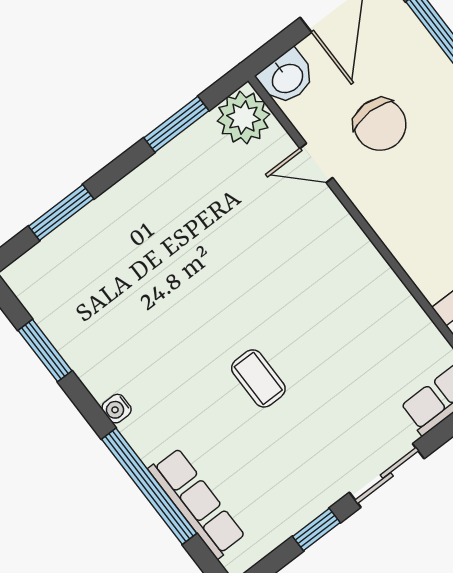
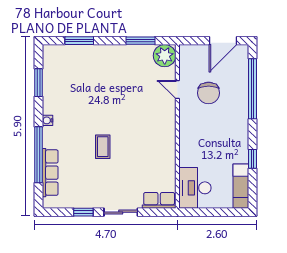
washbasin: (287, 77) -> (189, 53), removed

